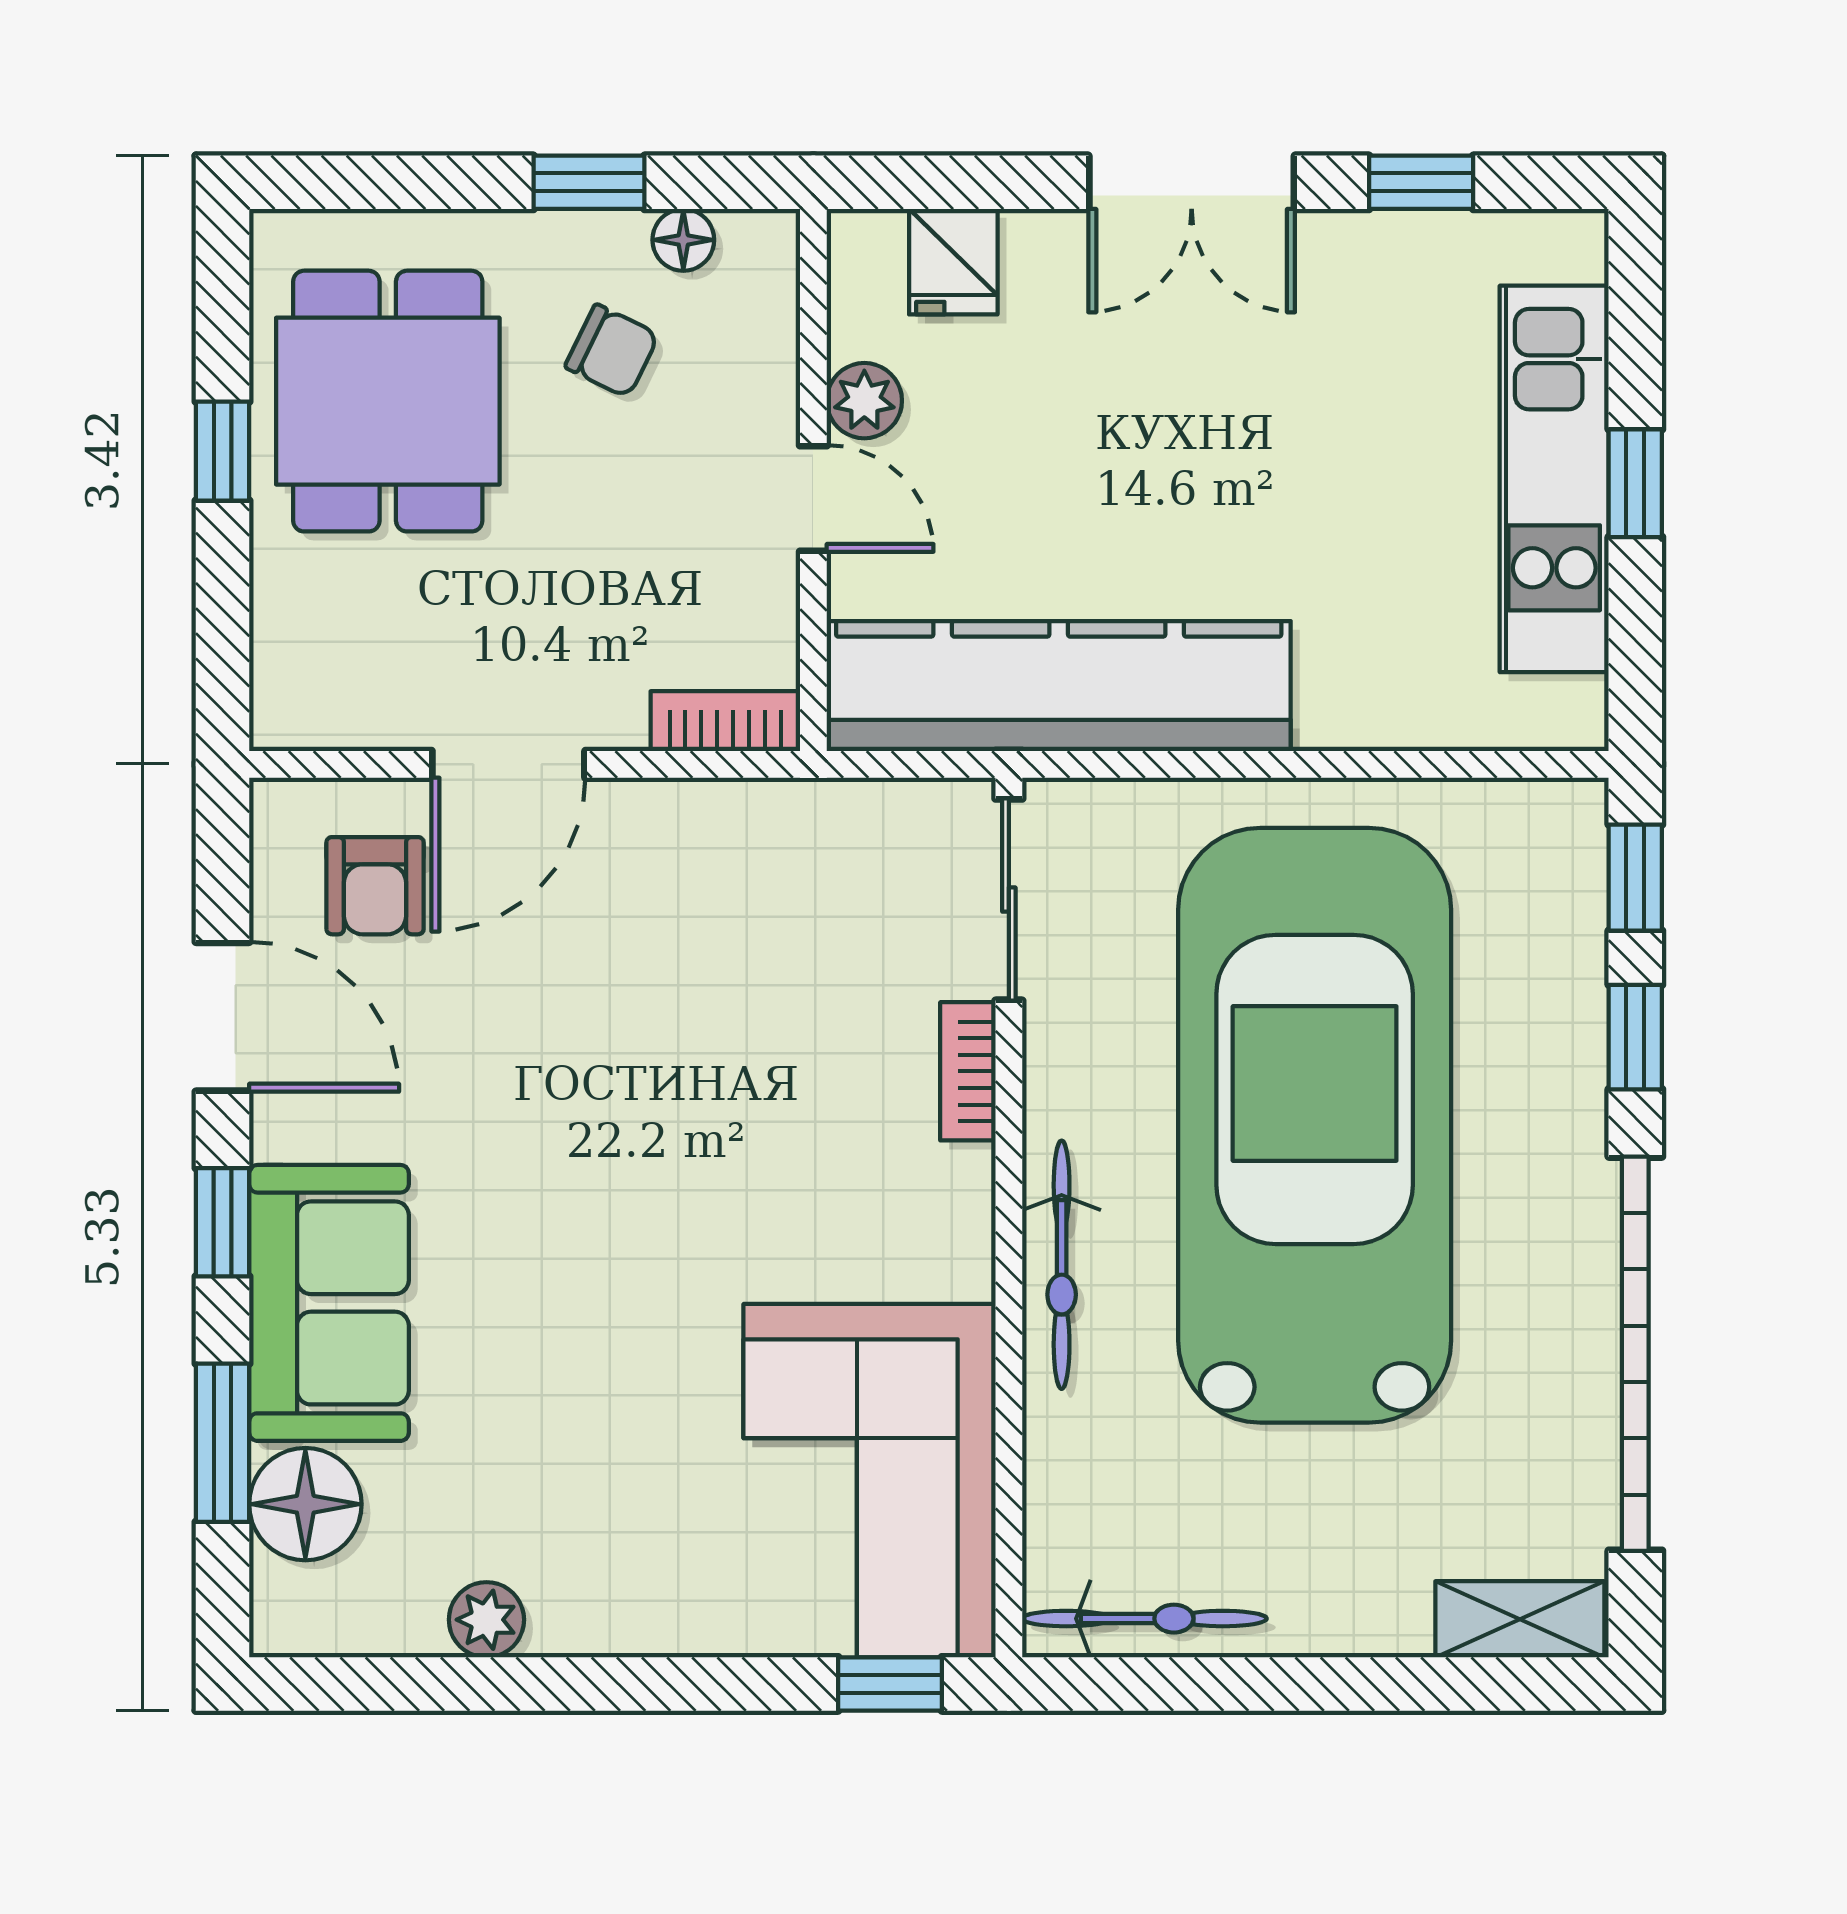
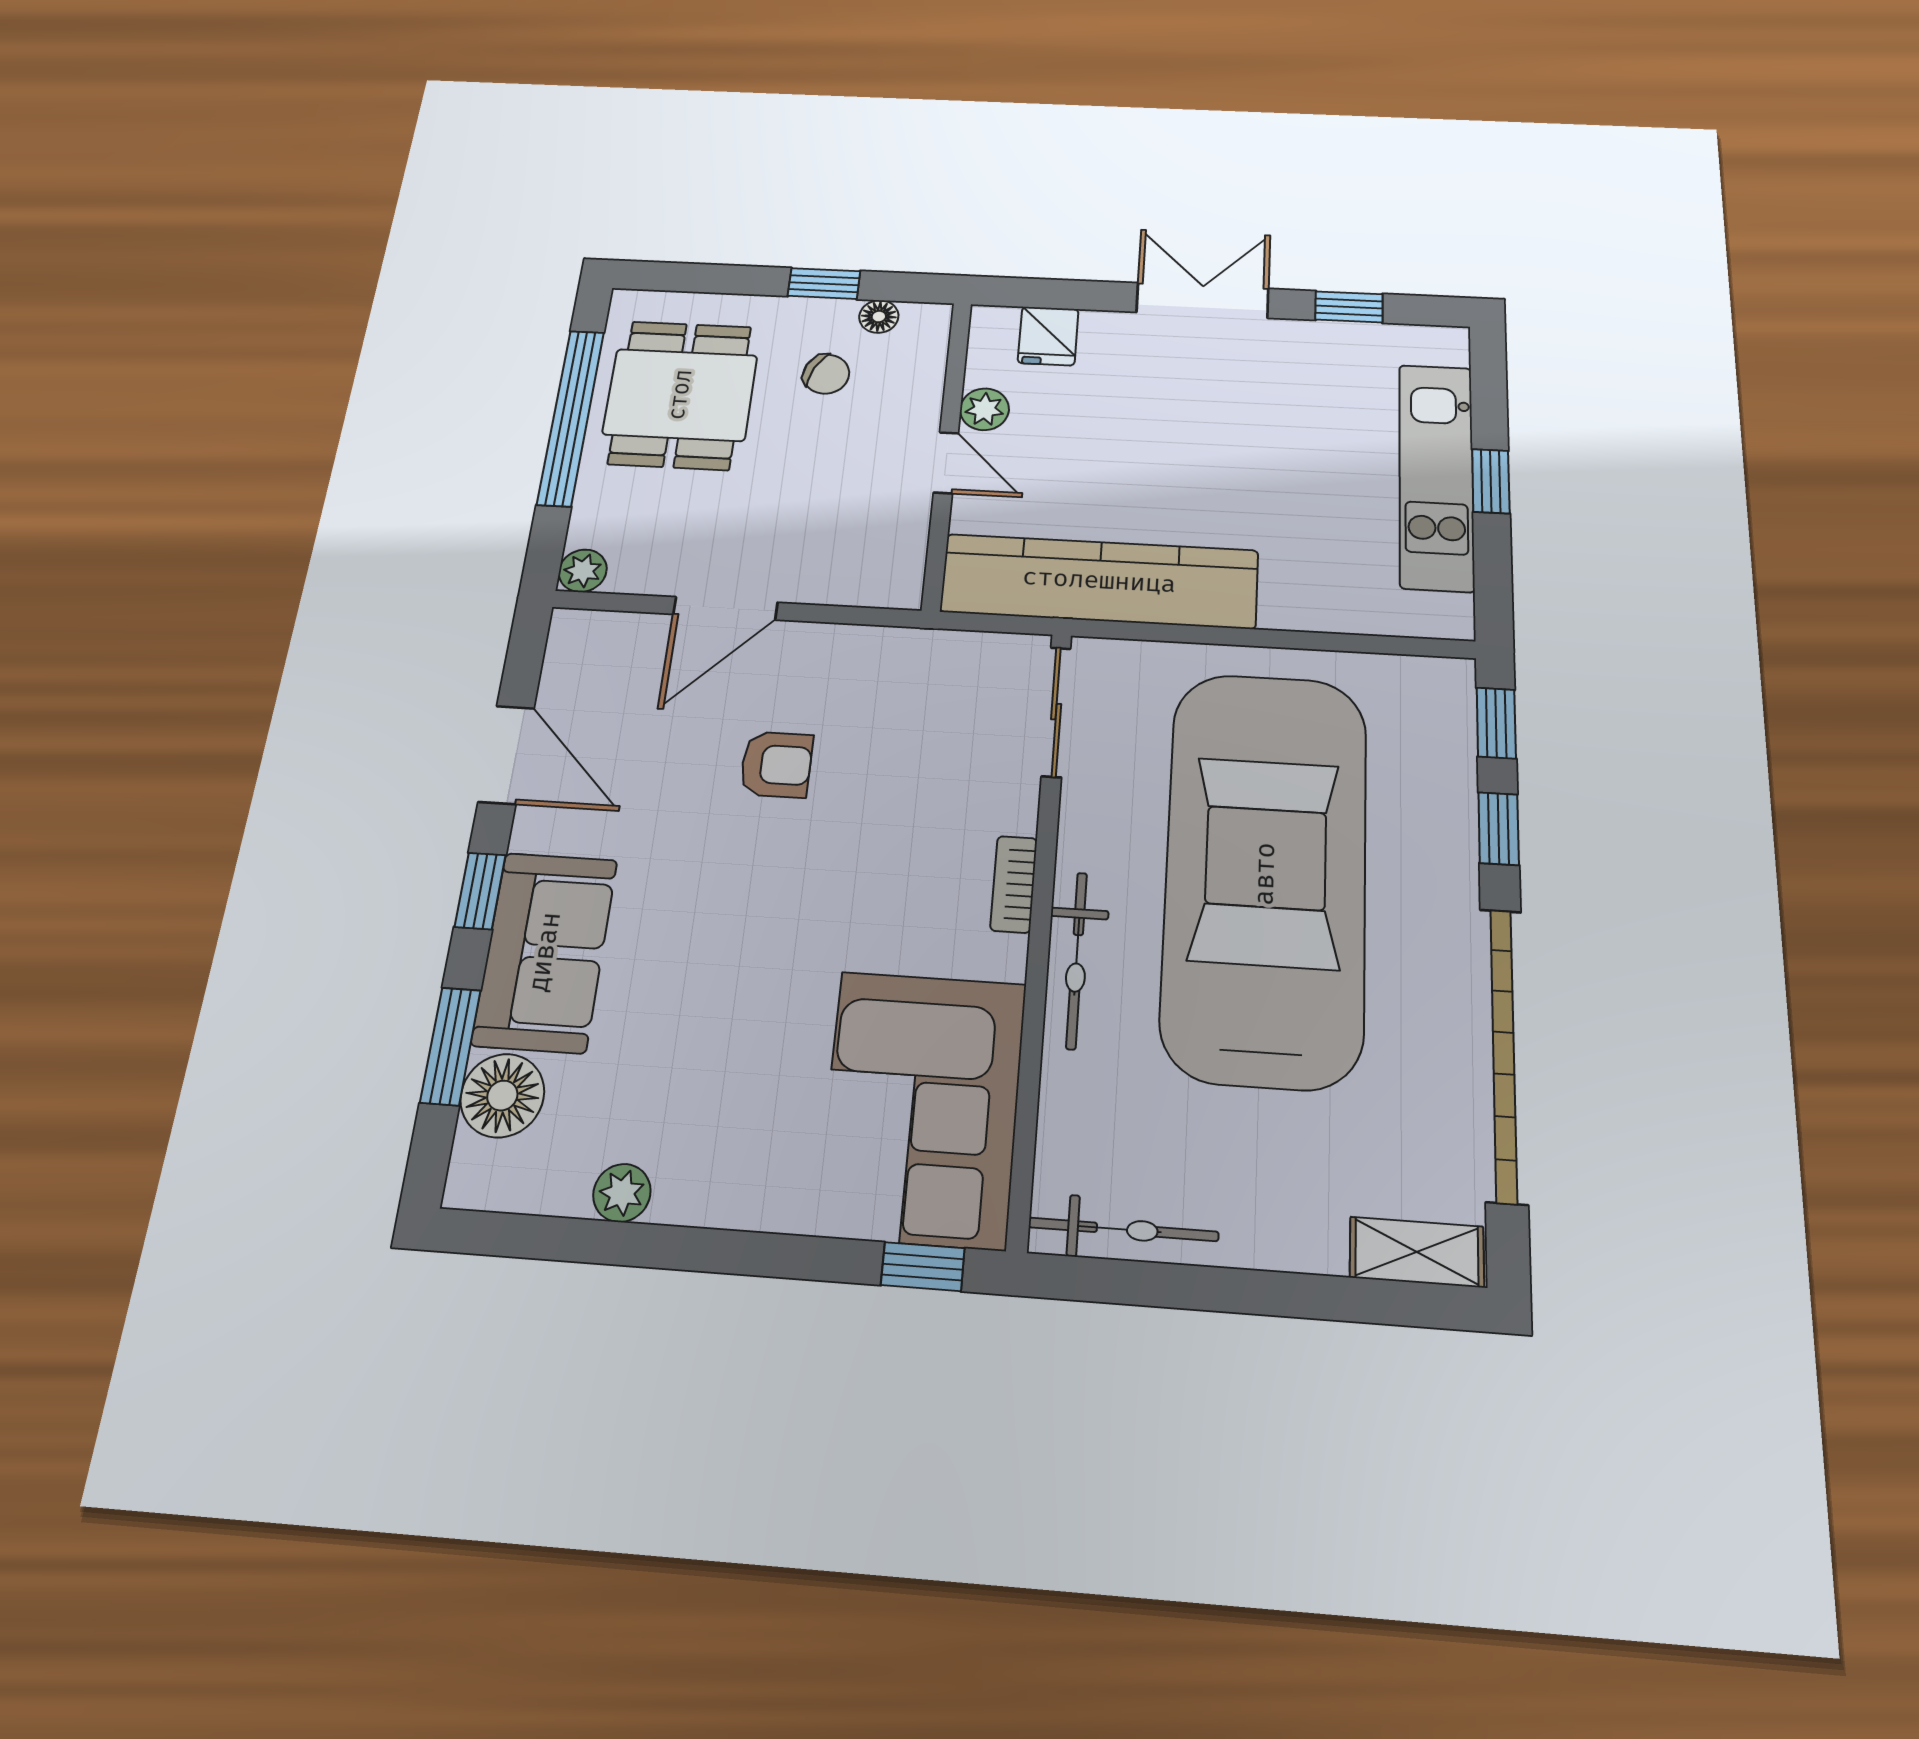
double door: (1192, 182) -> (1202, 300), swing flipped
window: (223, 451) -> (571, 417), width x3.17
plant: (285, 715) -> (583, 571), added
bookcase: (725, 721) -> (874, 590), removed
armchair: (375, 886) -> (776, 765), moved, turned -90
bookcase: (968, 1071) -> (1014, 884), moved

